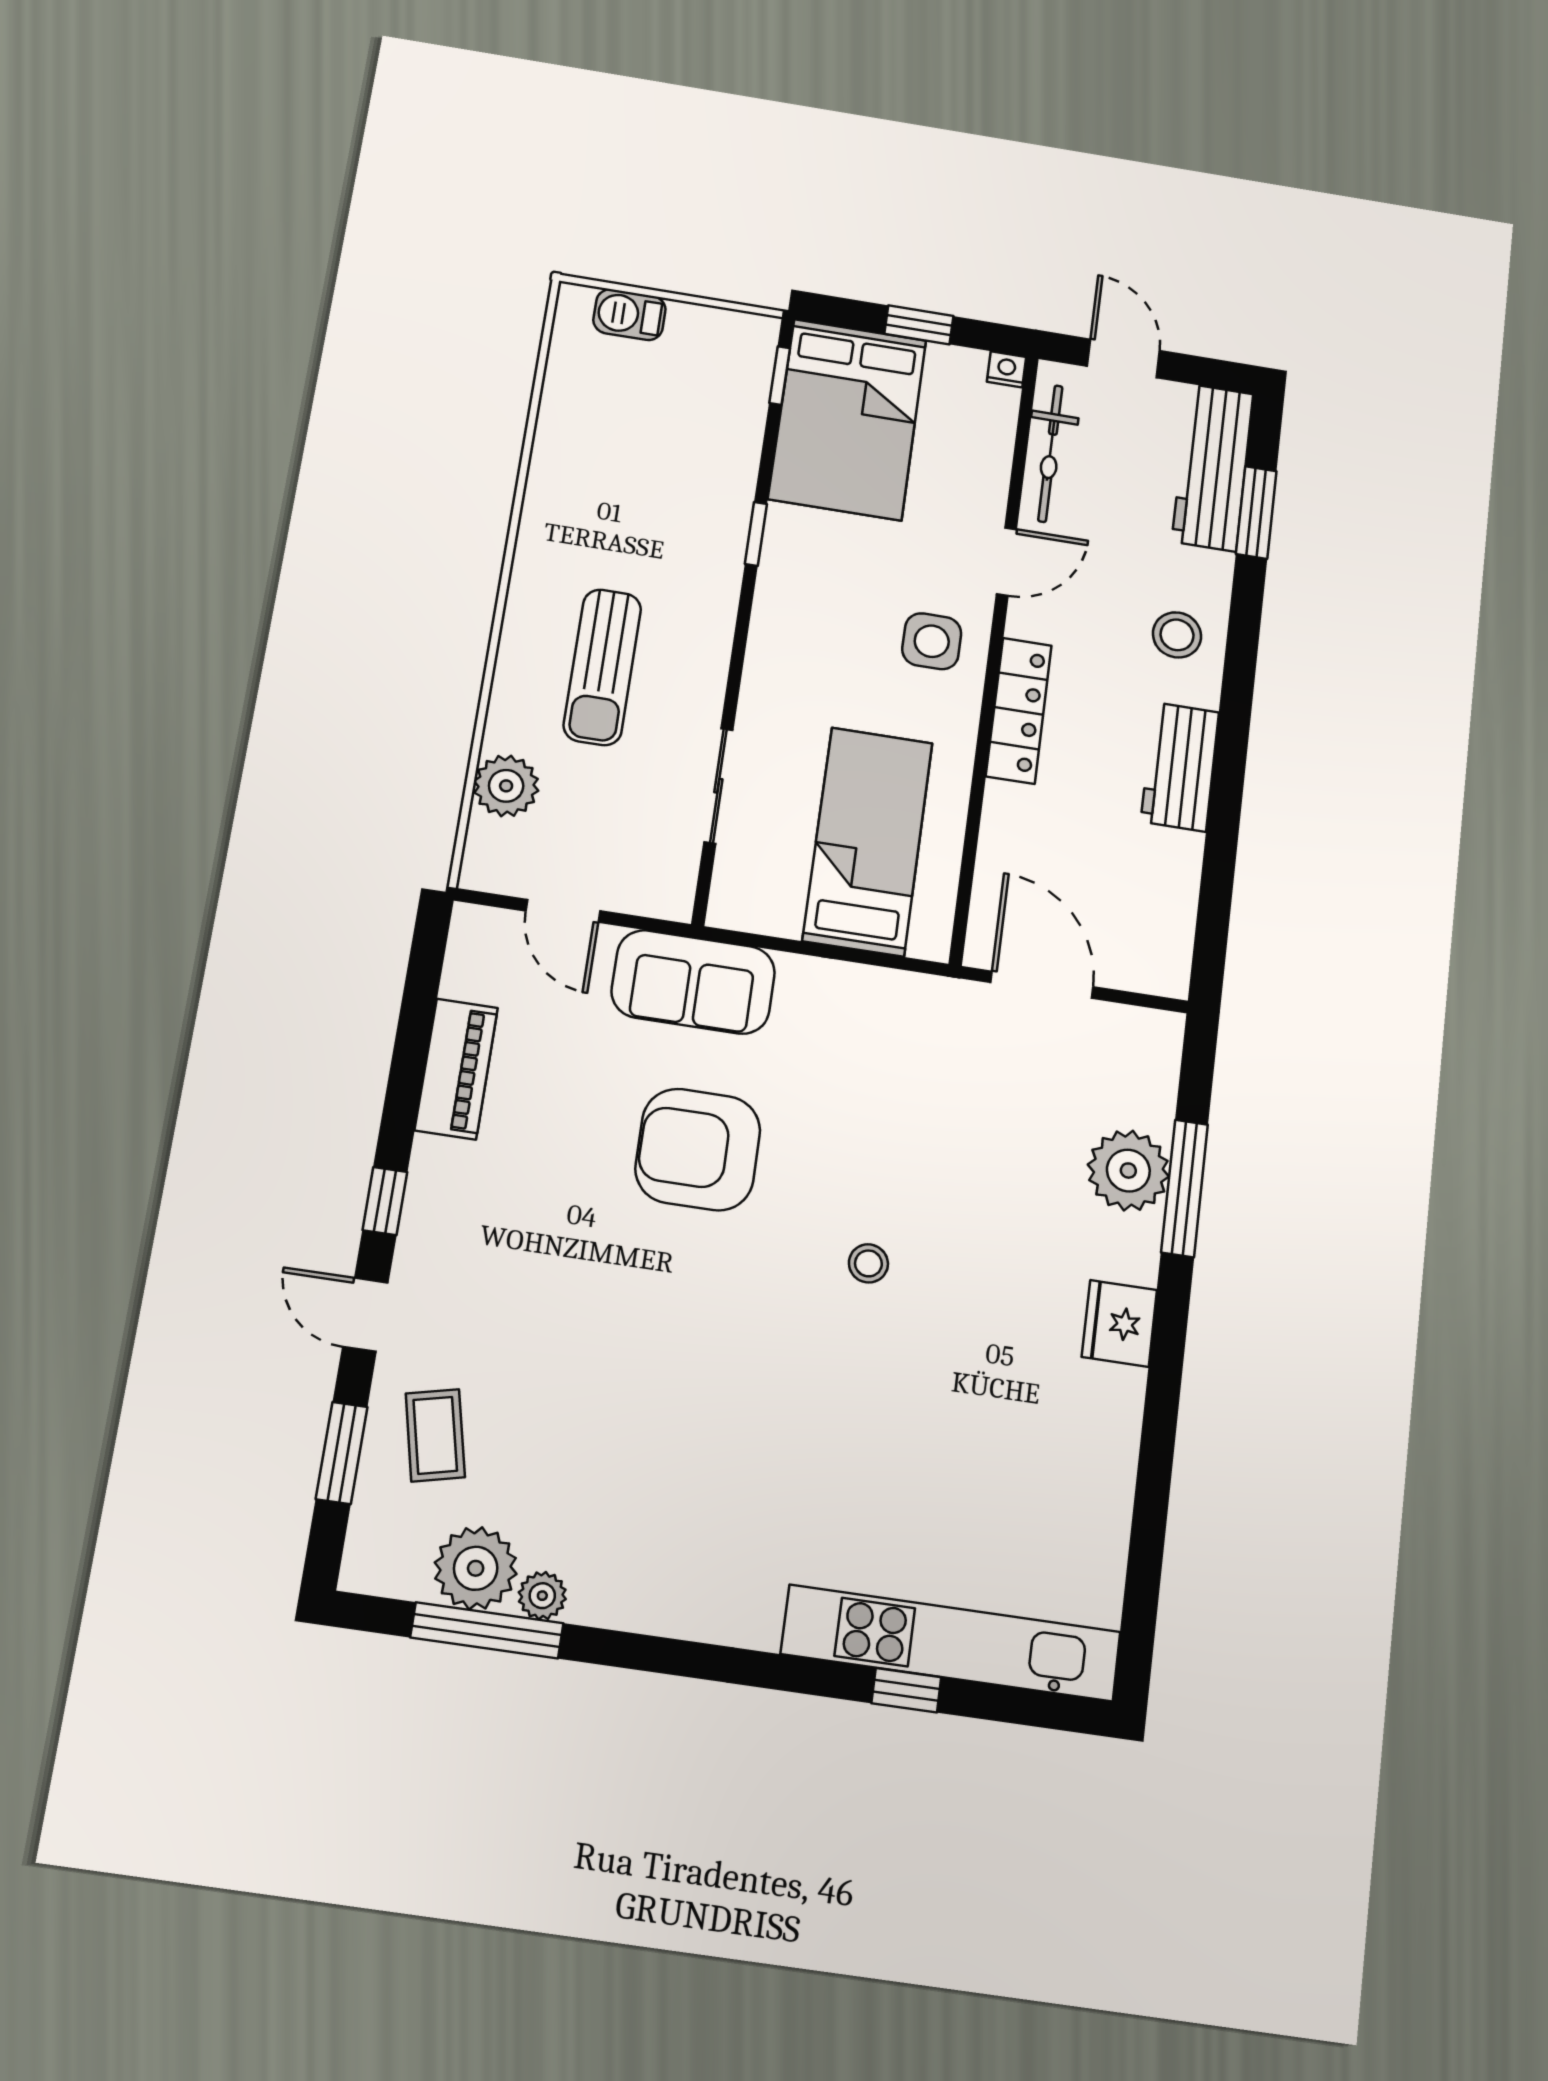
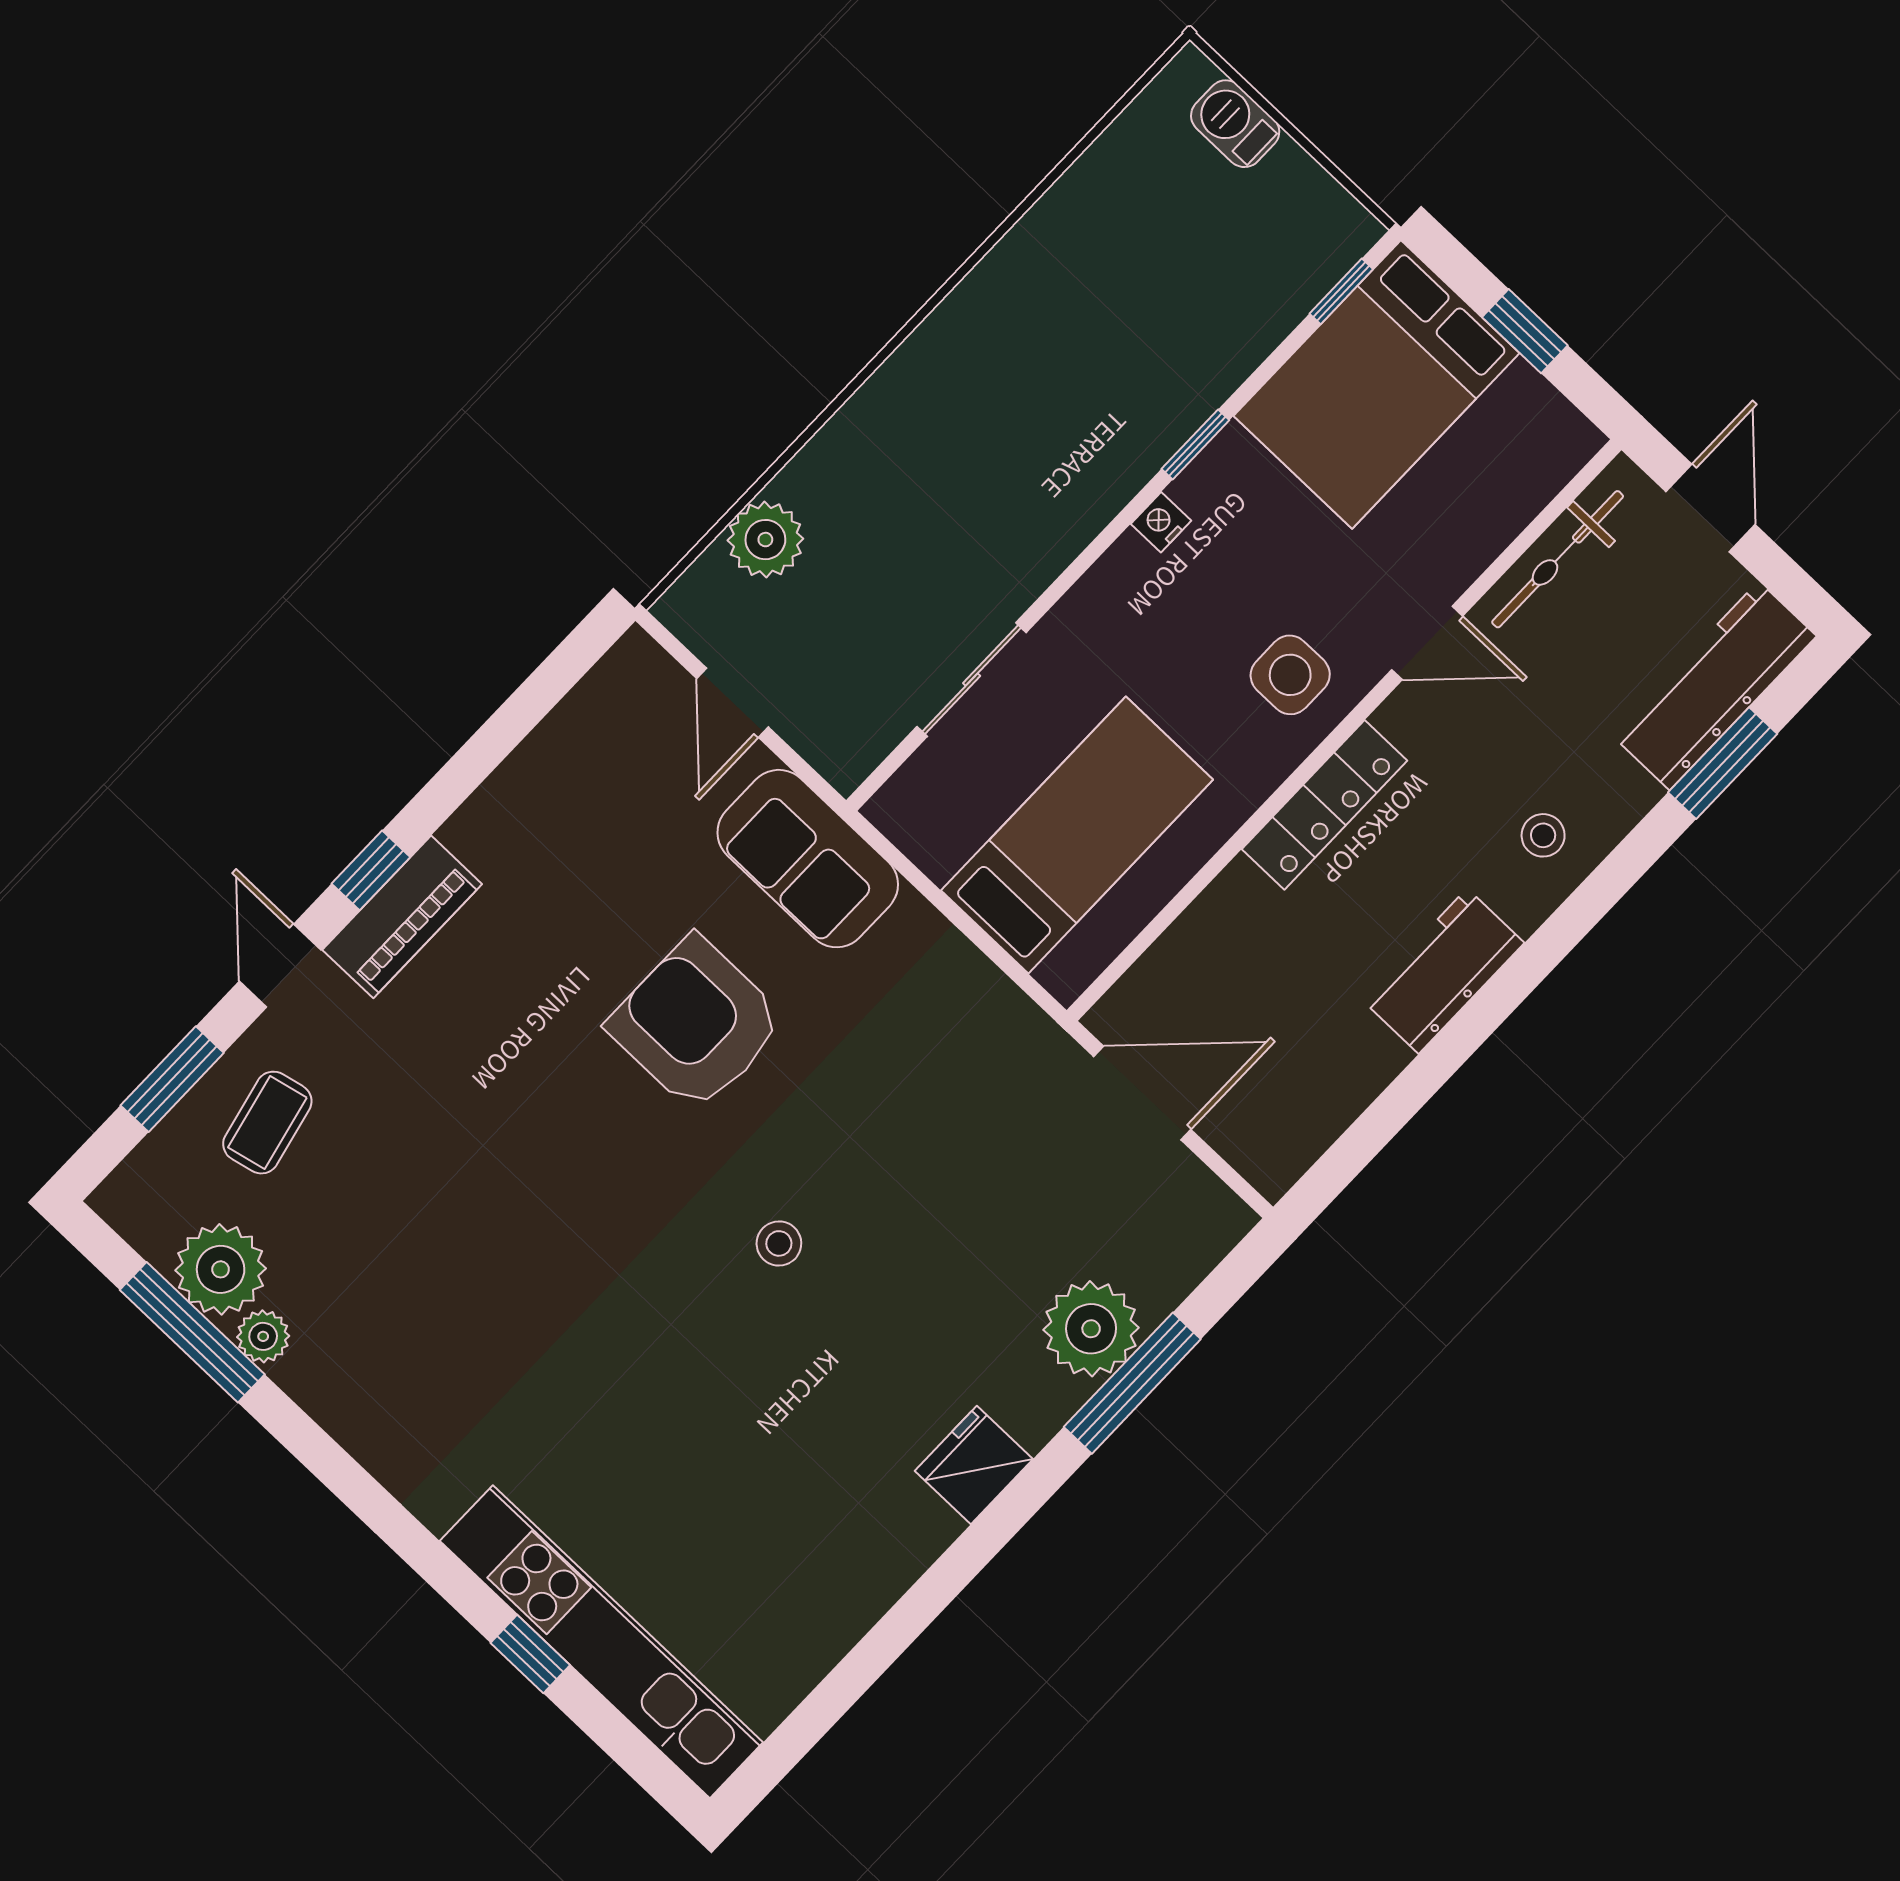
nightstand: (1006, 369) -> (1161, 522), moved, turned -90
stool: (1177, 635) -> (1543, 835), width x0.73, depth x0.73
sun lounger: (602, 667) -> (944, 481), removed
door: (1042, 985) -> (1142, 1093), hinge flipped
piano: (456, 1069) -> (402, 917), moved

